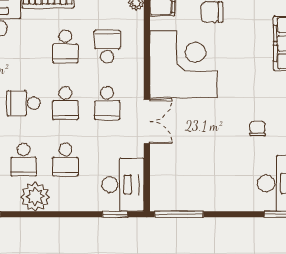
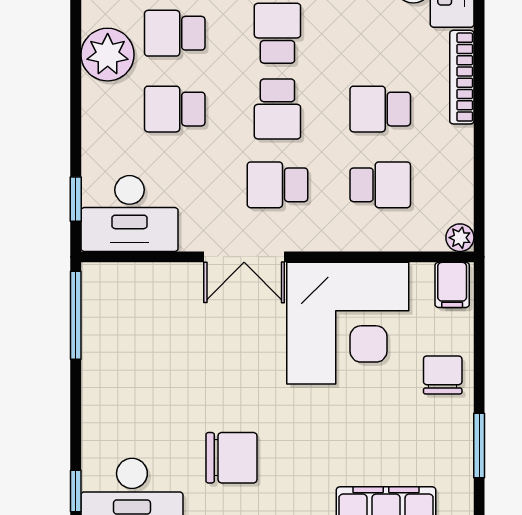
school desk: (65, 103) -> (277, 109), turned -90
chair: (257, 128) -> (231, 458), width x1.87, depth x1.87

